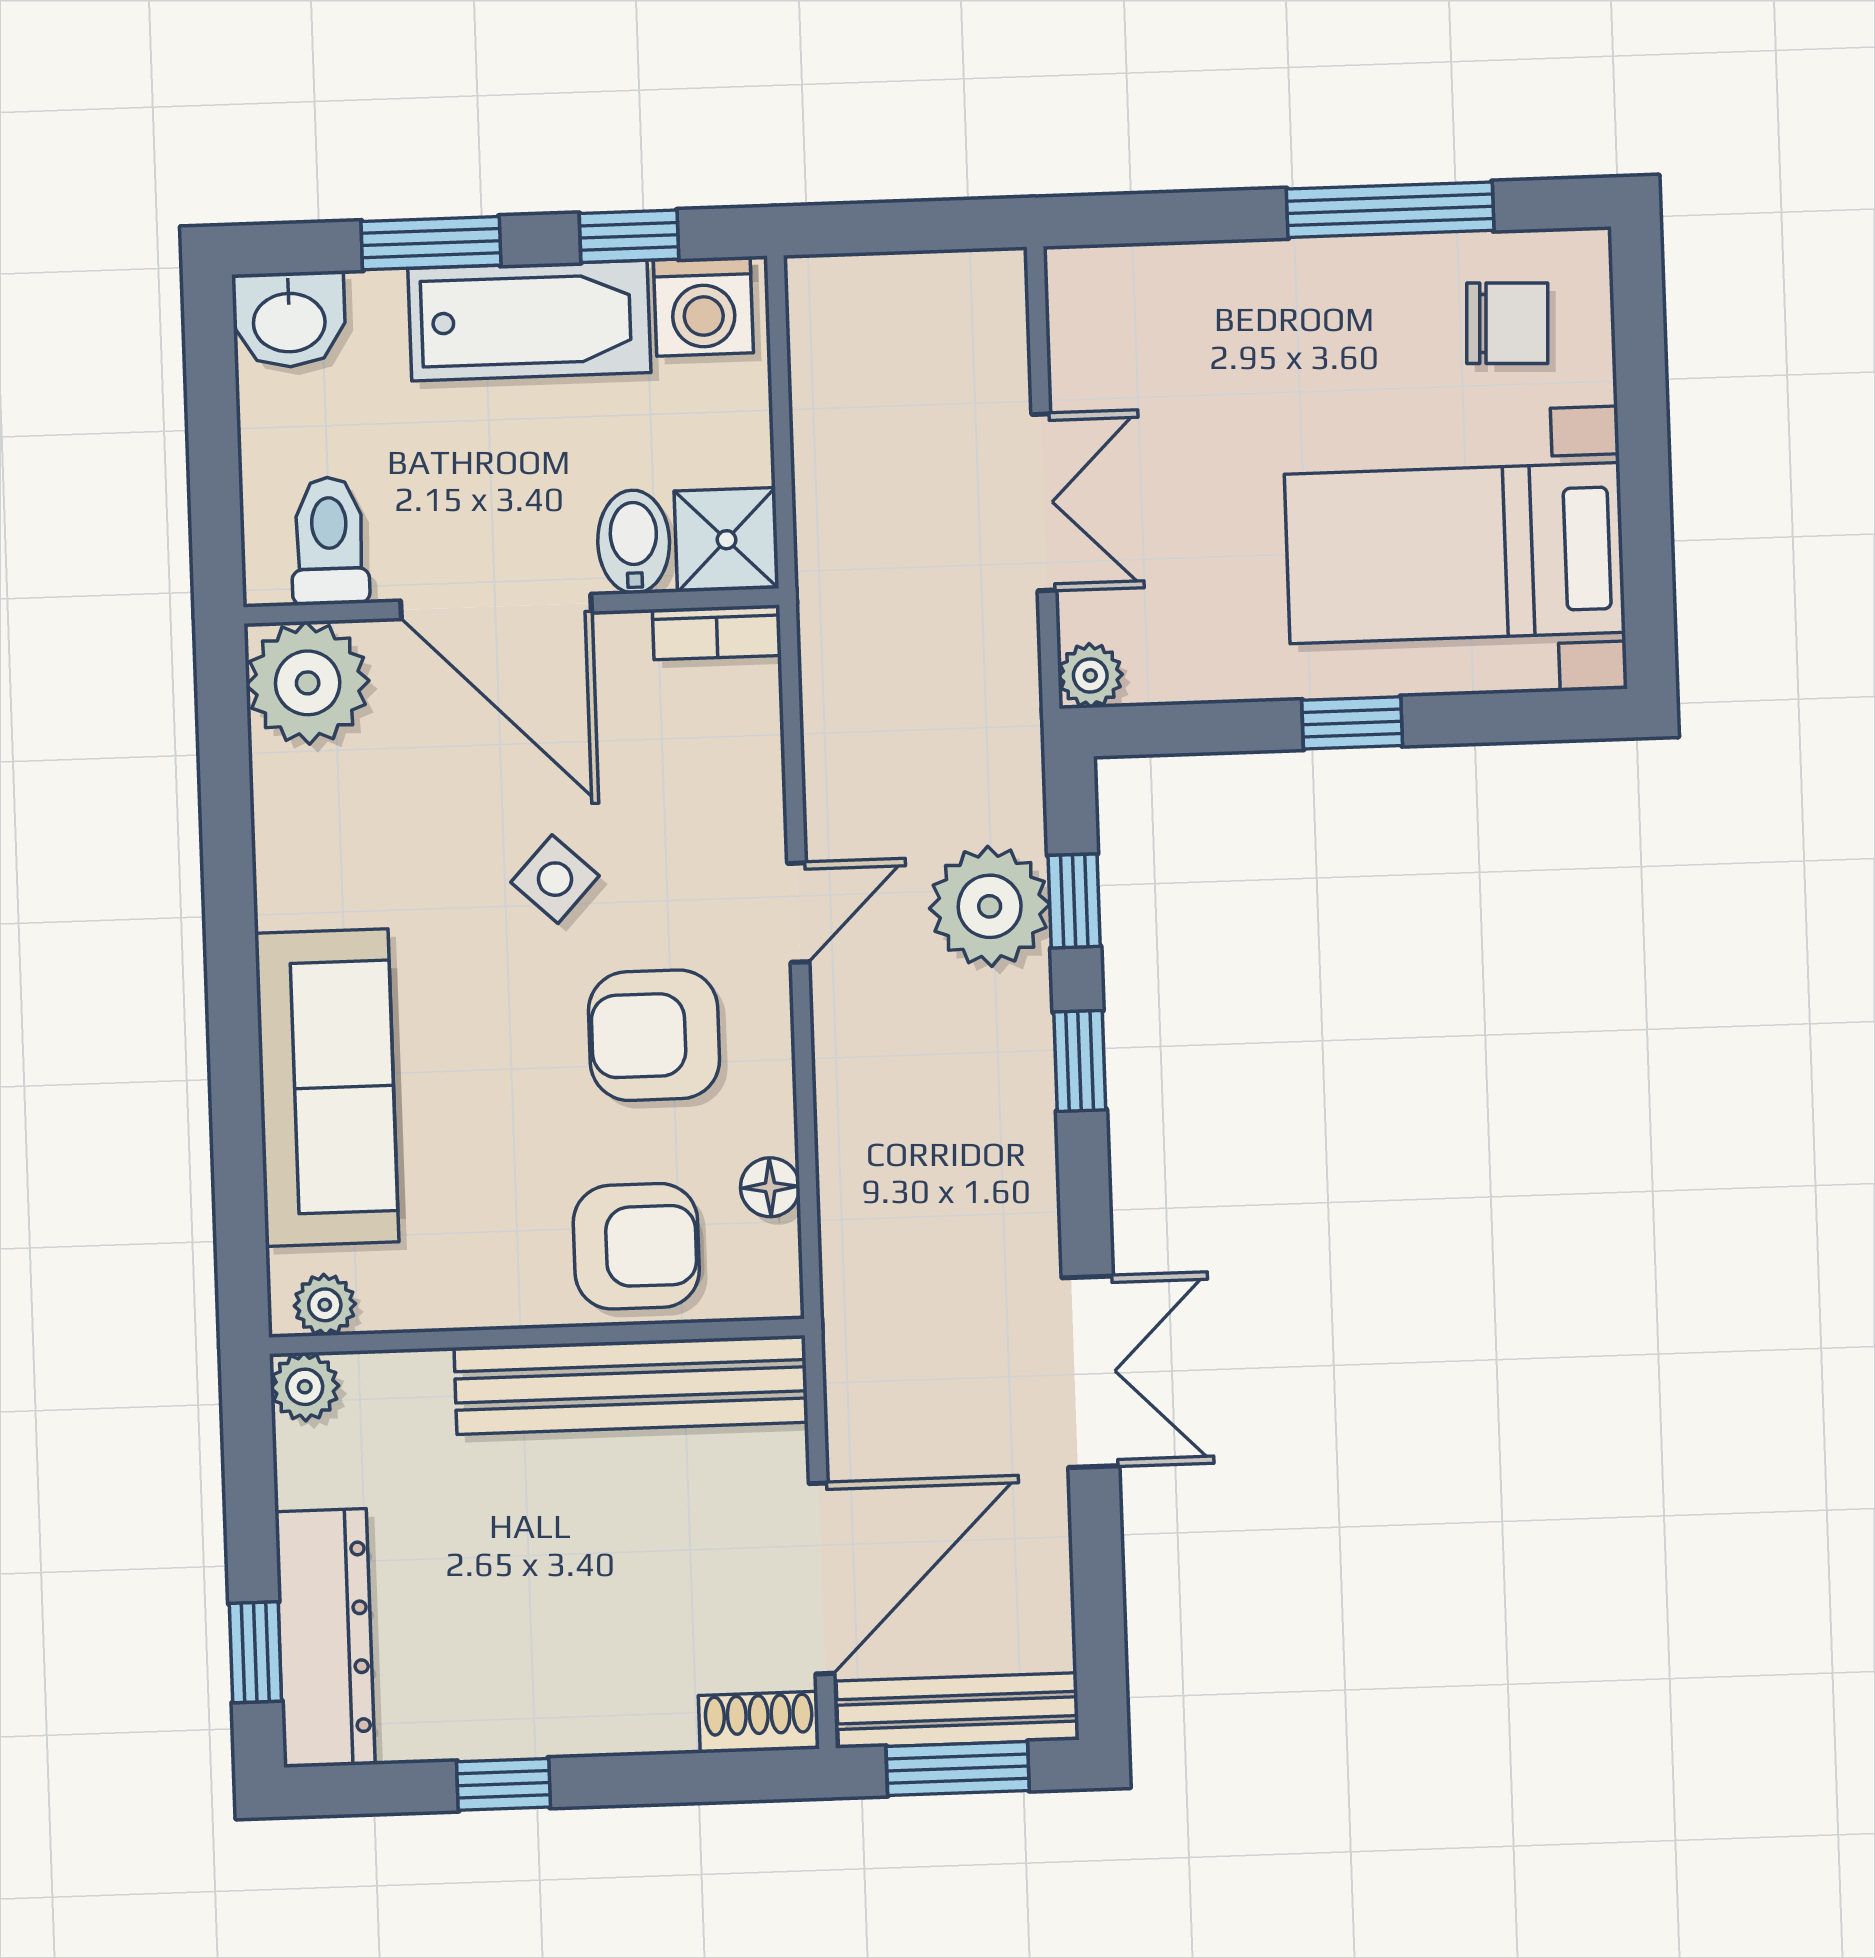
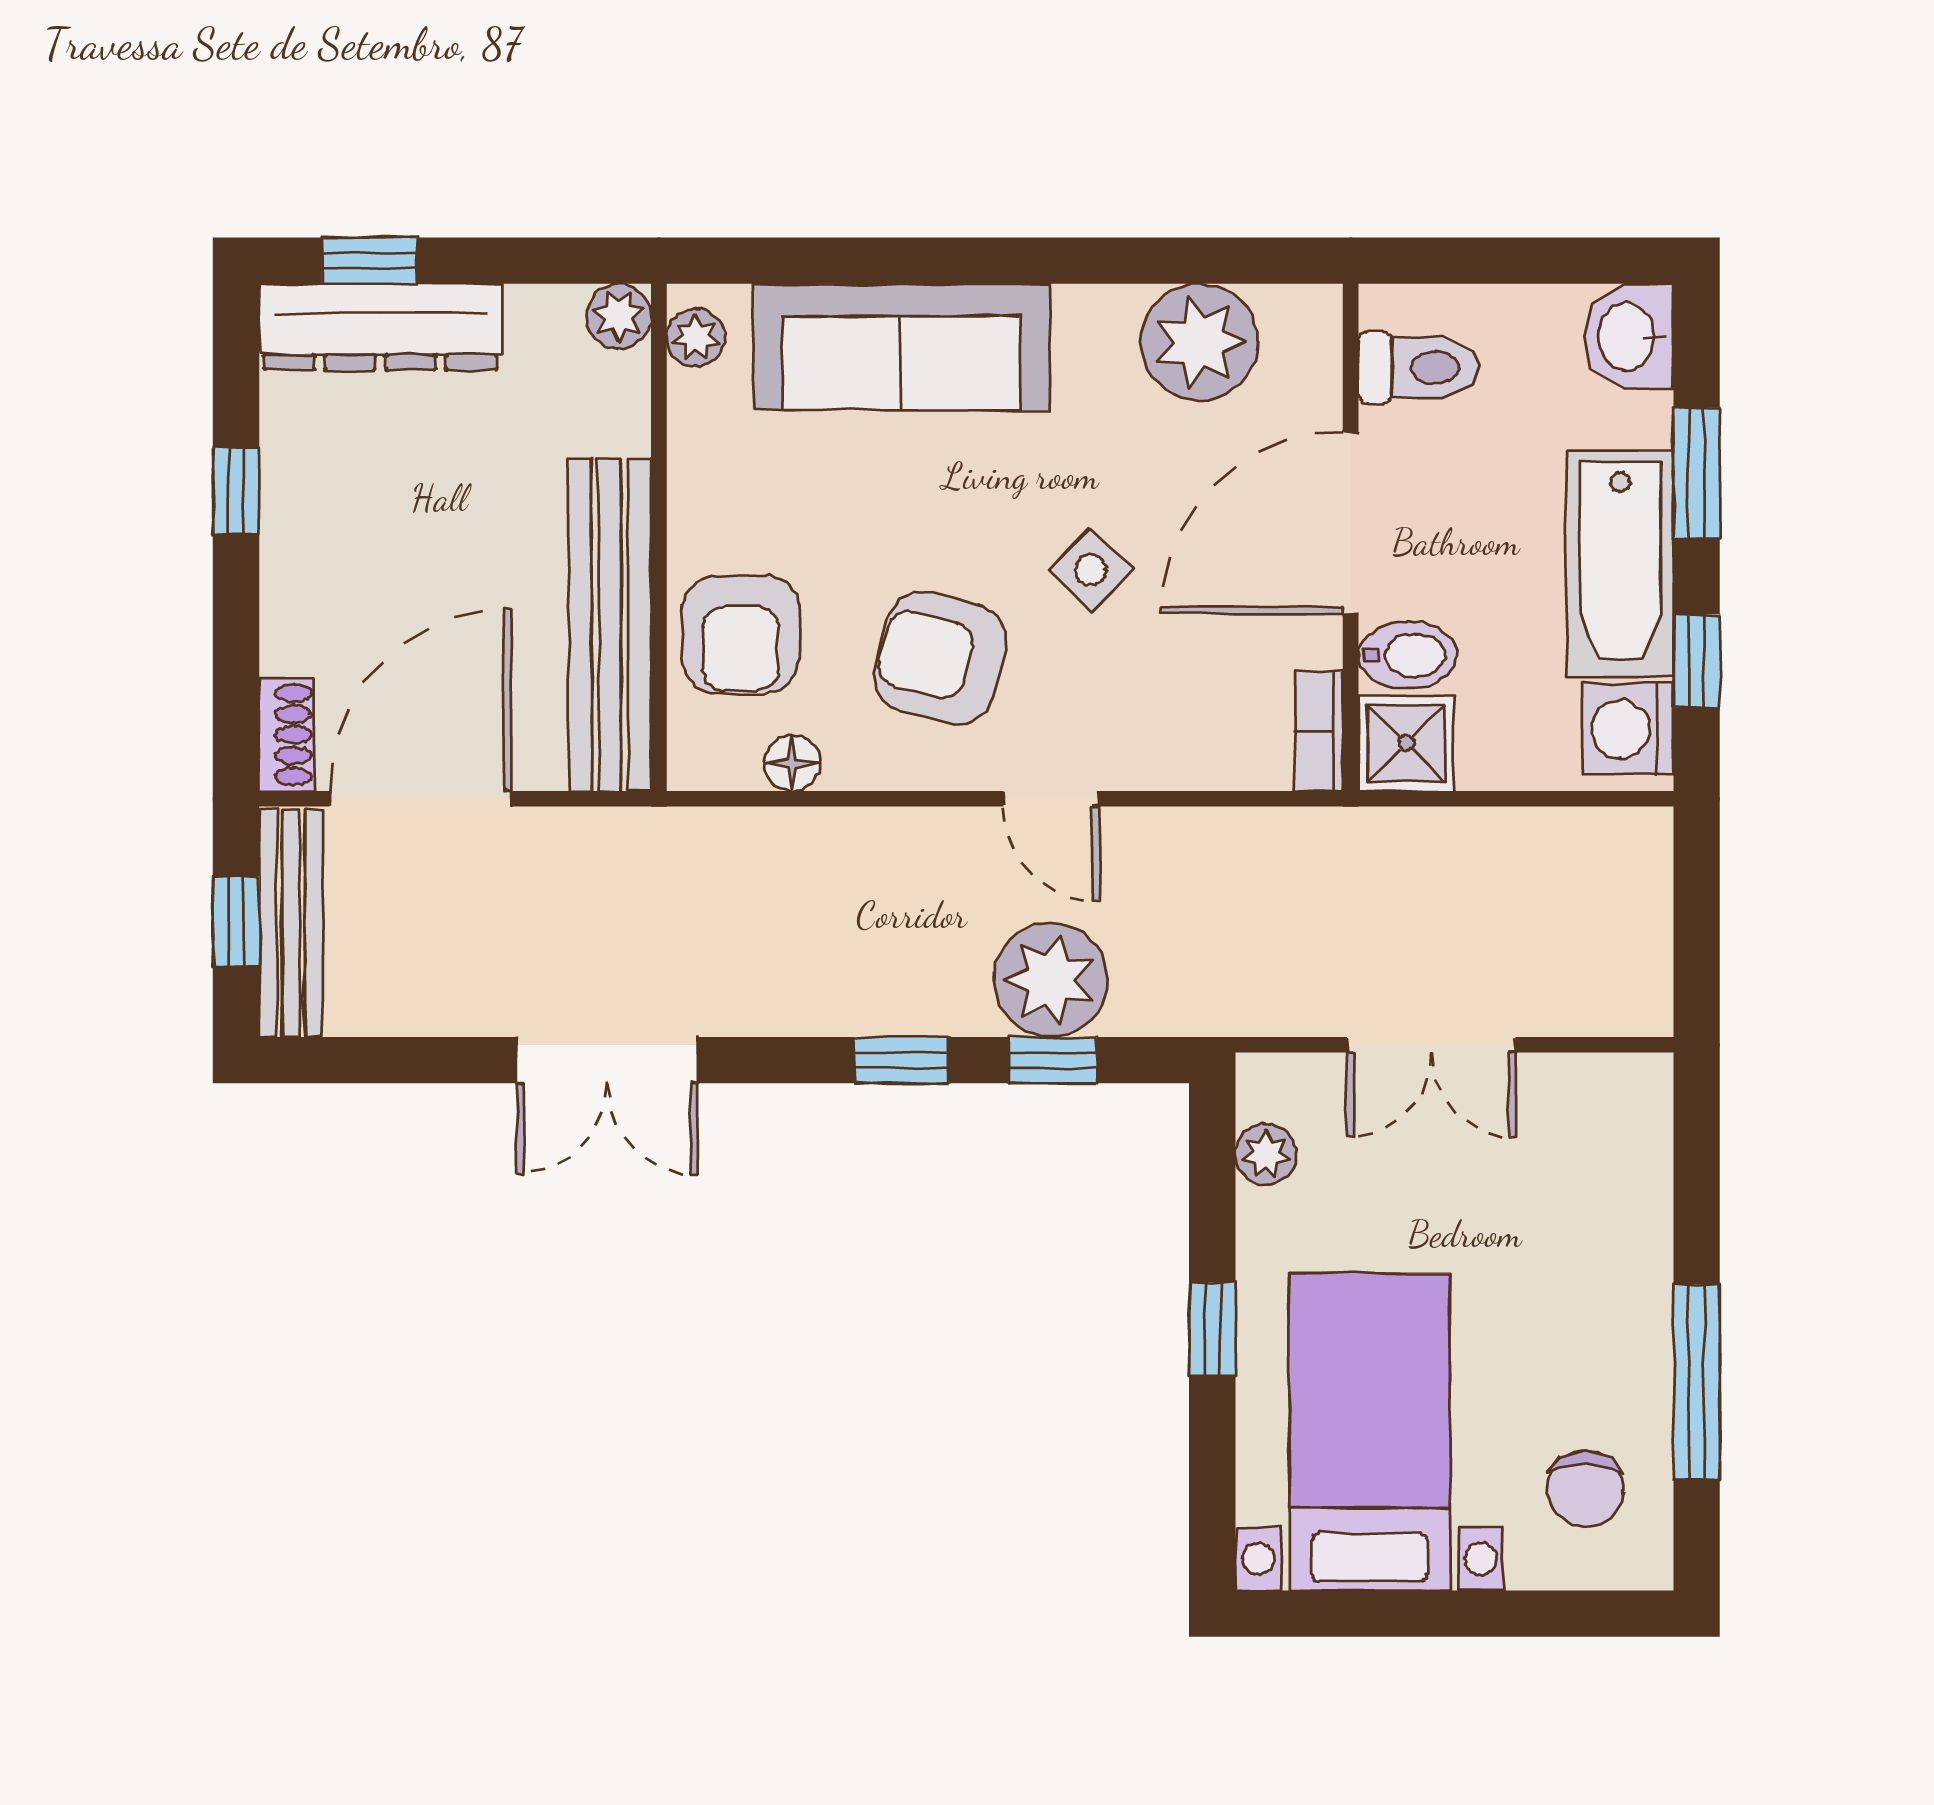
plant: (1090, 675) -> (1266, 1154), moved
plant: (308, 683) -> (1199, 342), moved
armchair: (654, 1035) -> (940, 658), turned -76
door: (822, 1578) -> (420, 799), swing flipped
window: (958, 1768) -> (236, 921), width x0.67

